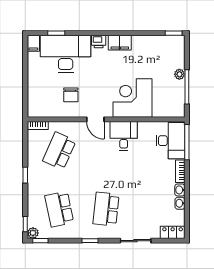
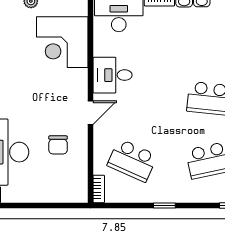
chair: (71, 95) -> (58, 145), turned 90
corner desk: (133, 98) -> (62, 42), moved

